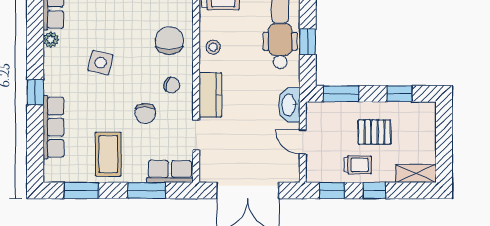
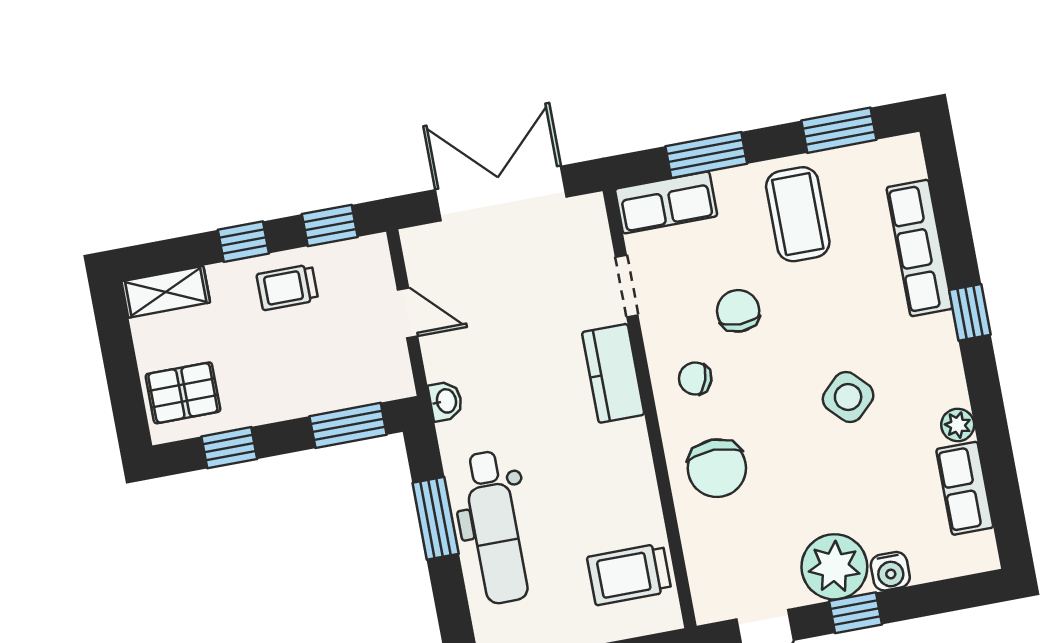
window: (308, 42) -> (436, 518), width x1.50
stool: (213, 47) -> (626, 471), removed
side table: (101, 63) -> (848, 397), turned 33
washbasin: (289, 105) -> (446, 401), width x0.52, depth x0.69
pallet: (374, 132) -> (183, 393), moved

